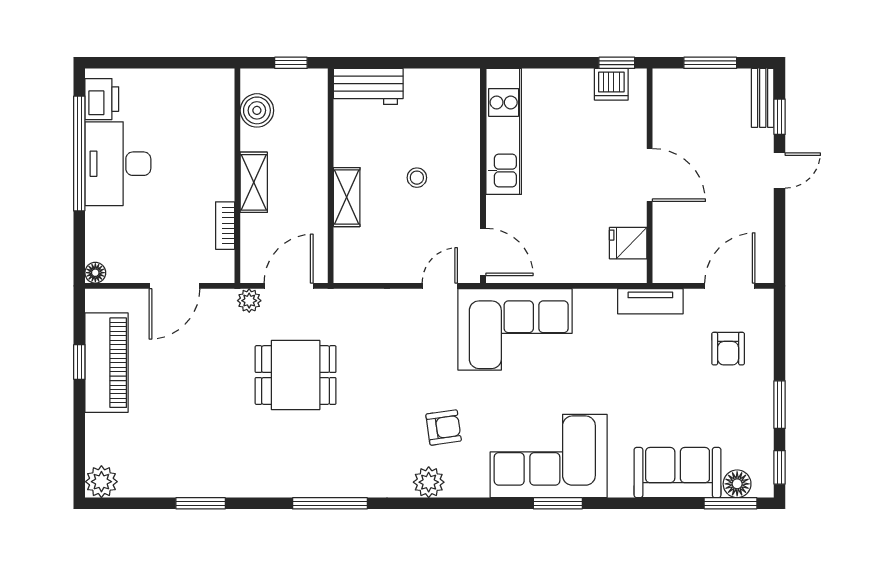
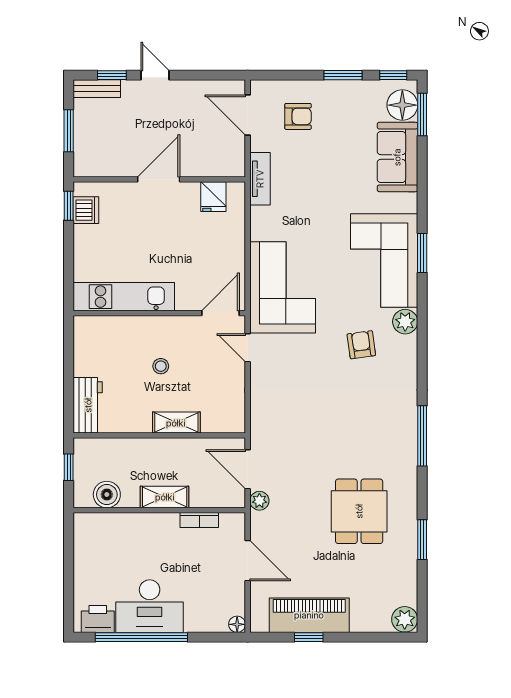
dining table: (296, 375) -> (359, 511), moved
plant: (429, 482) -> (405, 322), moved
floor lamp: (737, 484) -> (402, 105), width x1.38, depth x1.38

